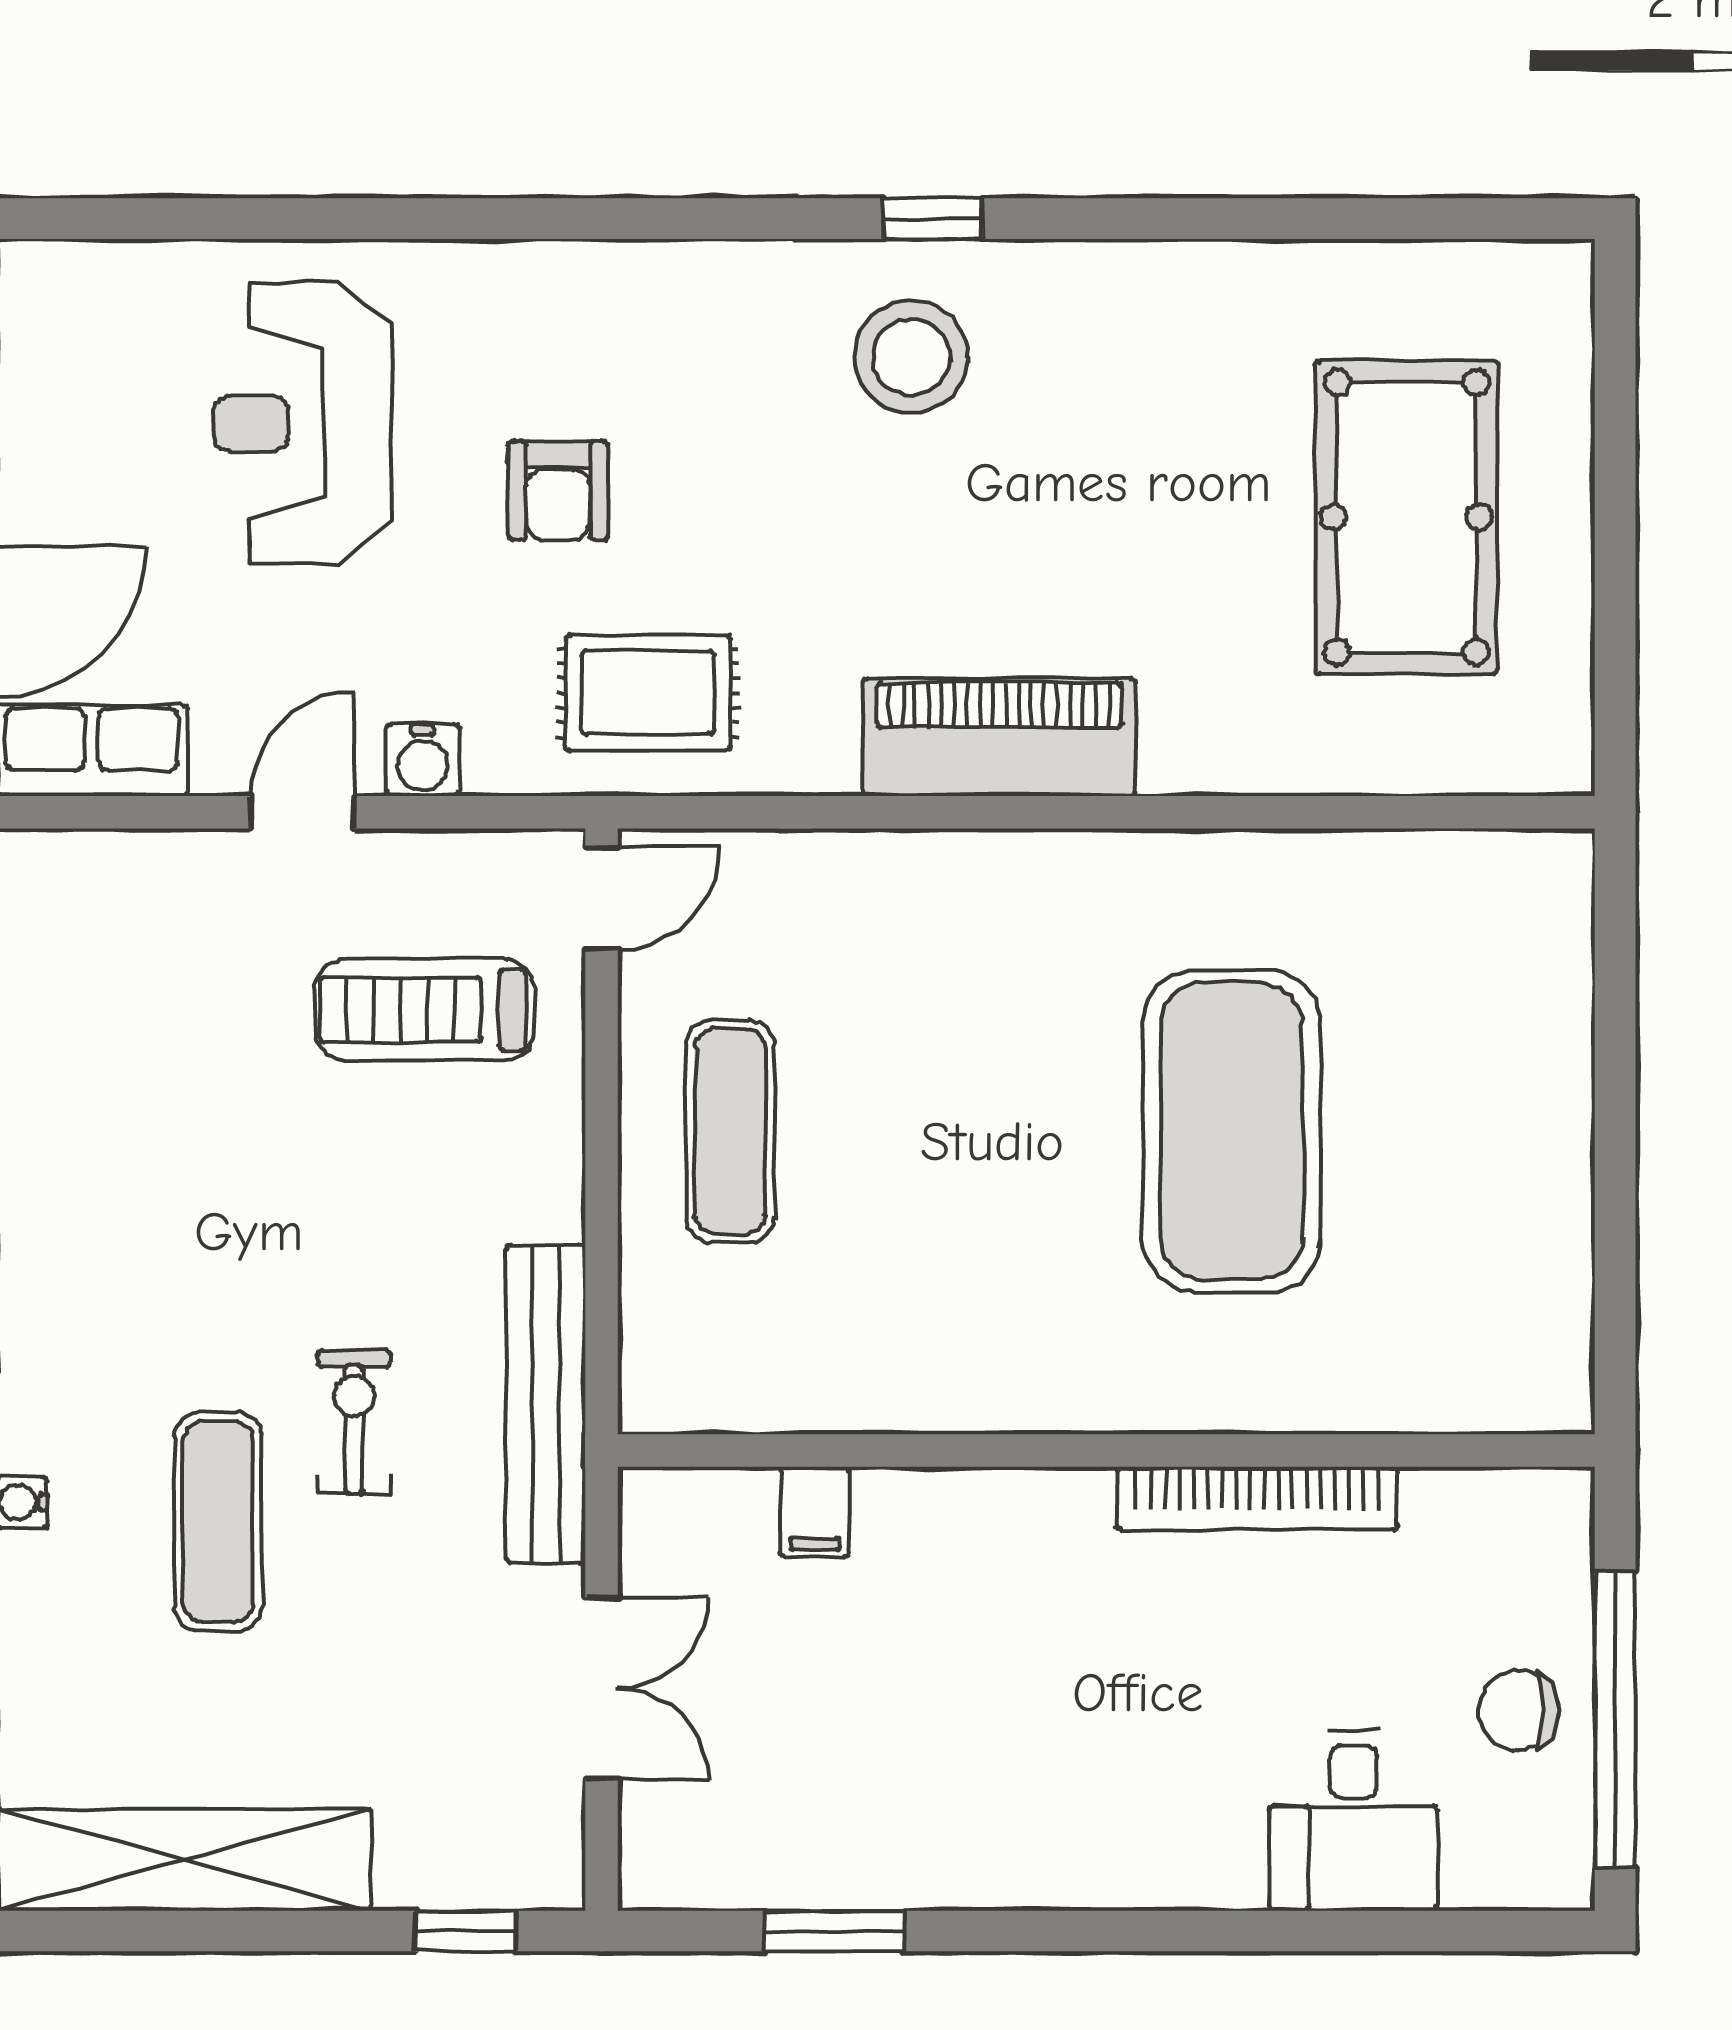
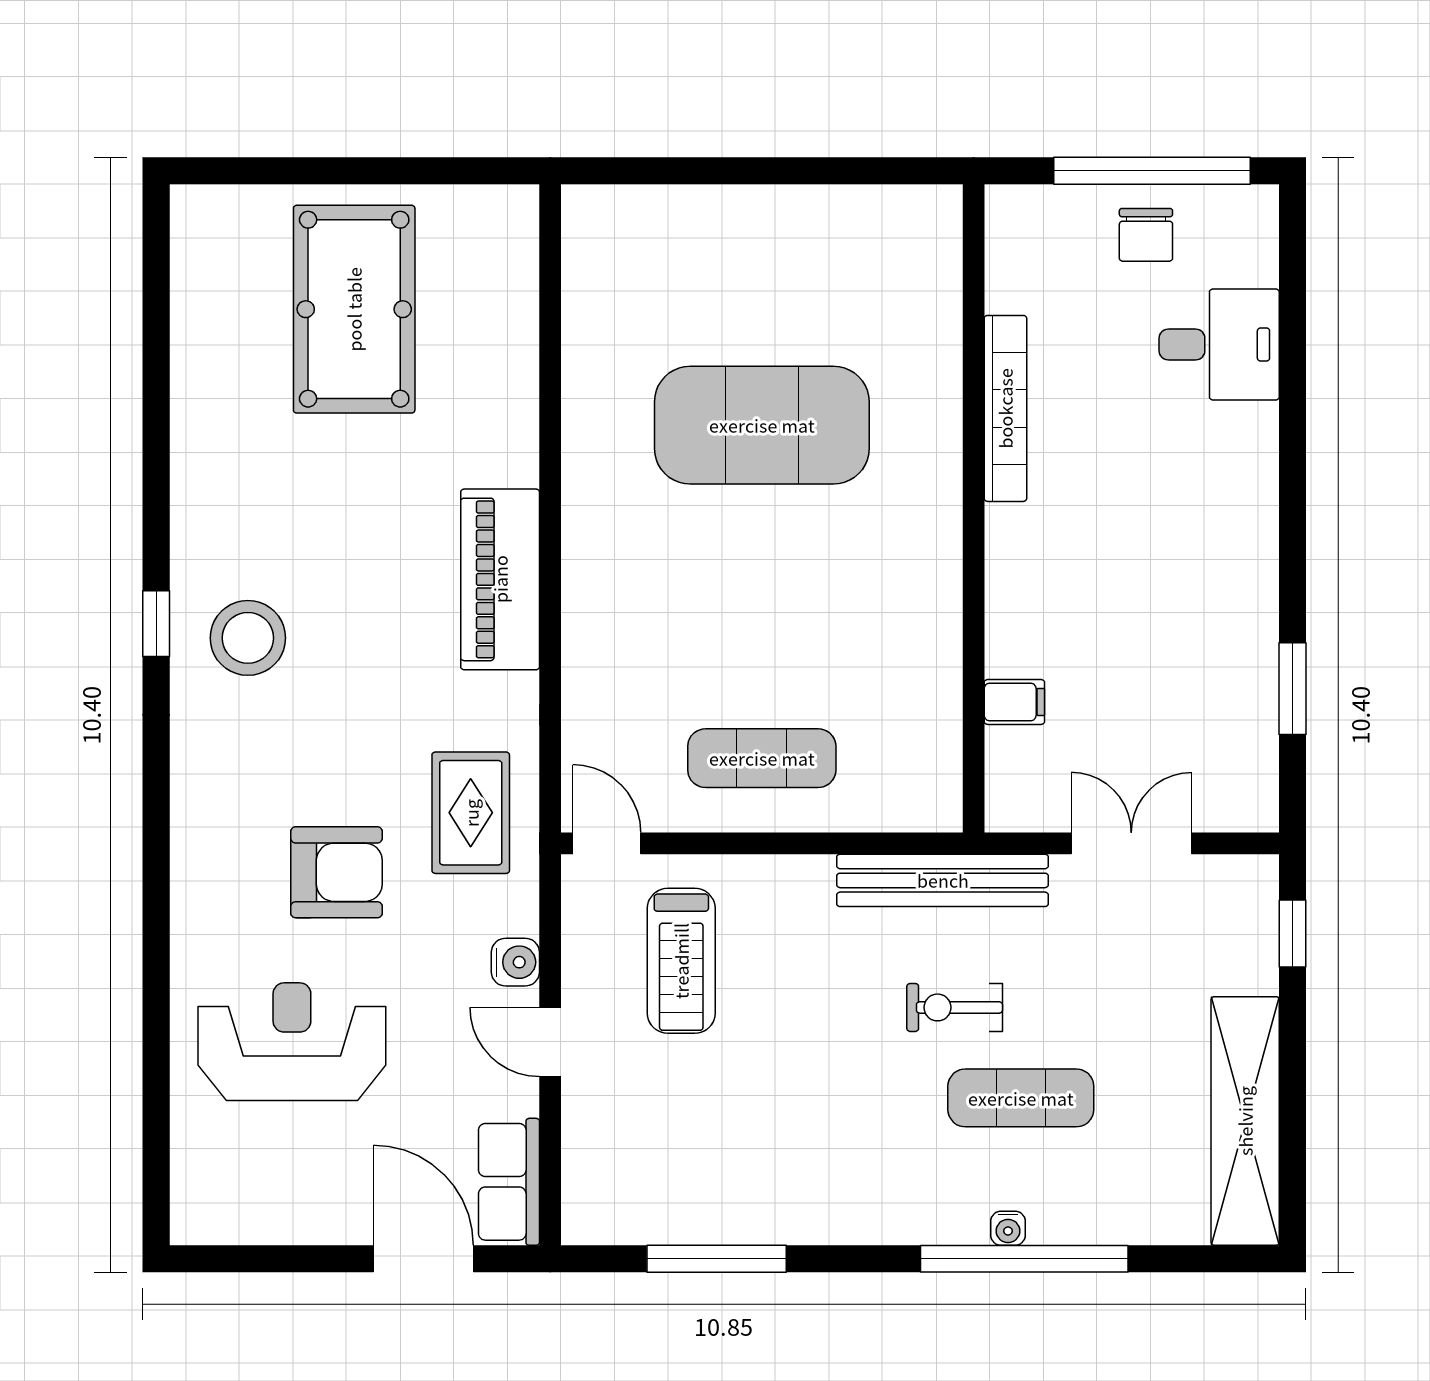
reception desk: (303, 423) -> (292, 1042), turned 180
armchair: (558, 490) -> (337, 872), width x1.38, depth x1.38
pool table: (1406, 517) -> (354, 309), turned 90

